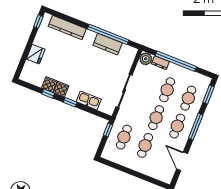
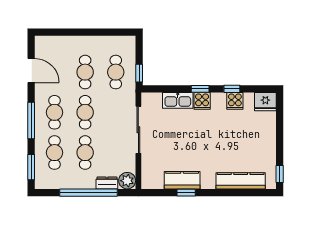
window: (108, 34) -> (186, 193), width x0.32
fridge: (36, 54) -> (265, 102), moved, turned -90
cooker: (61, 89) -> (202, 101), moved

